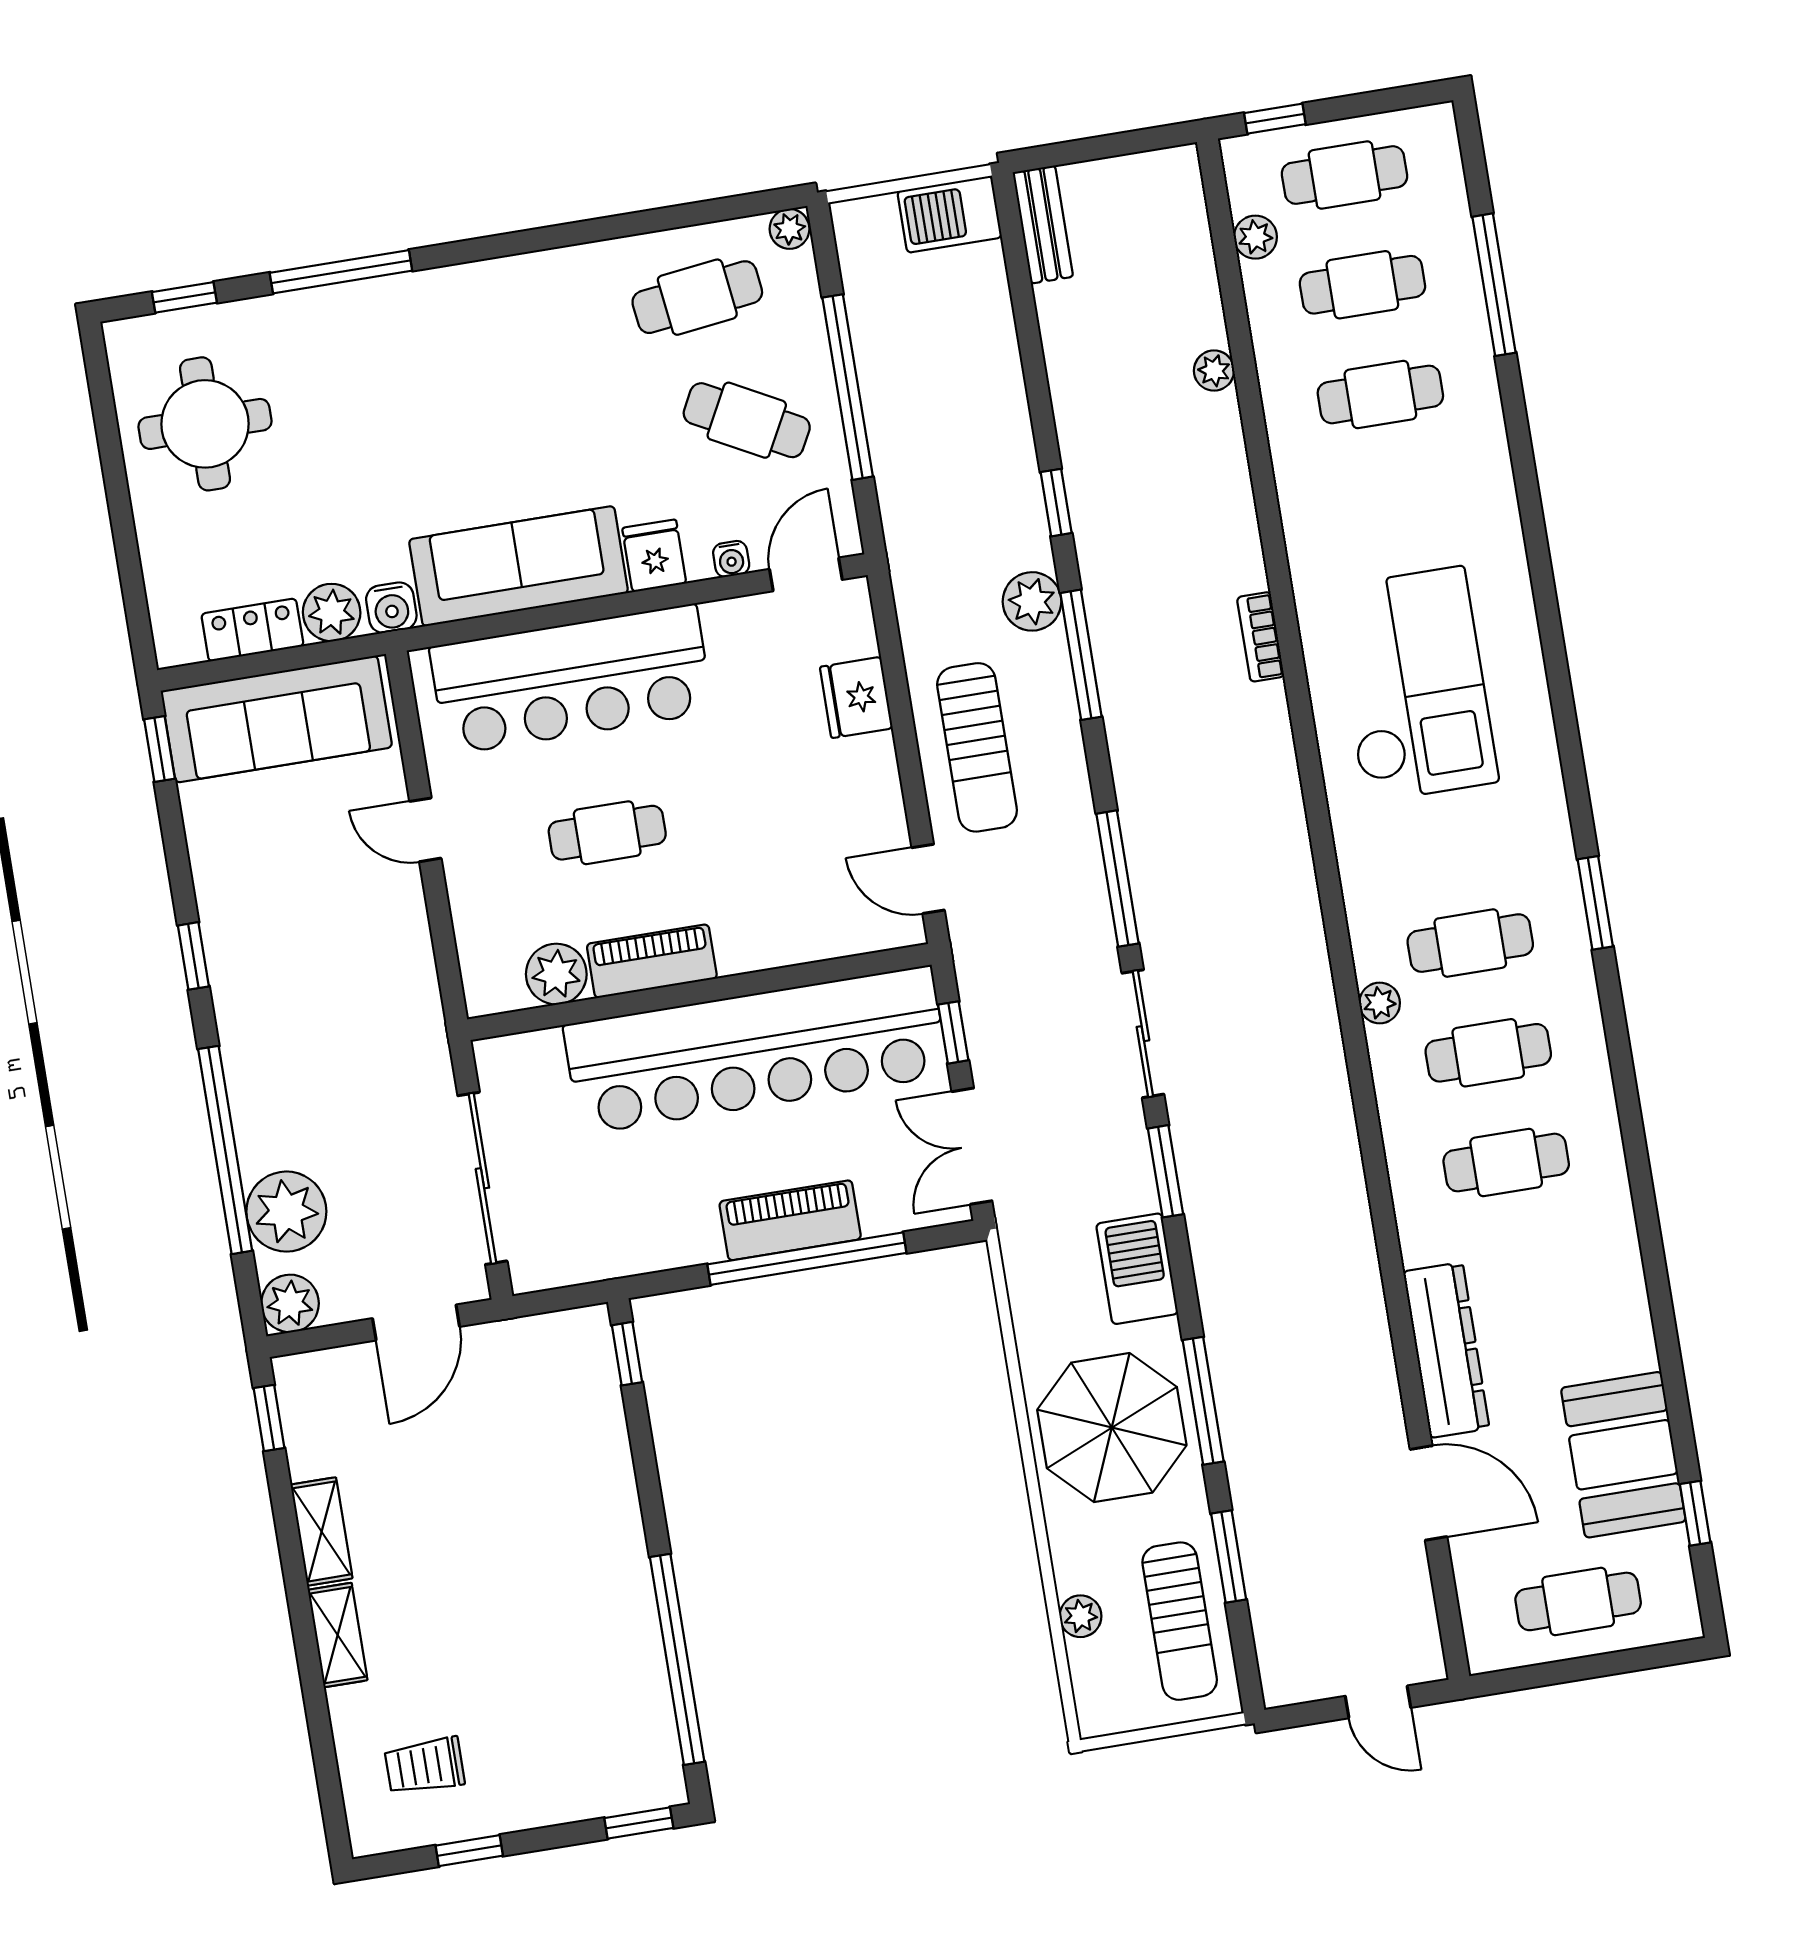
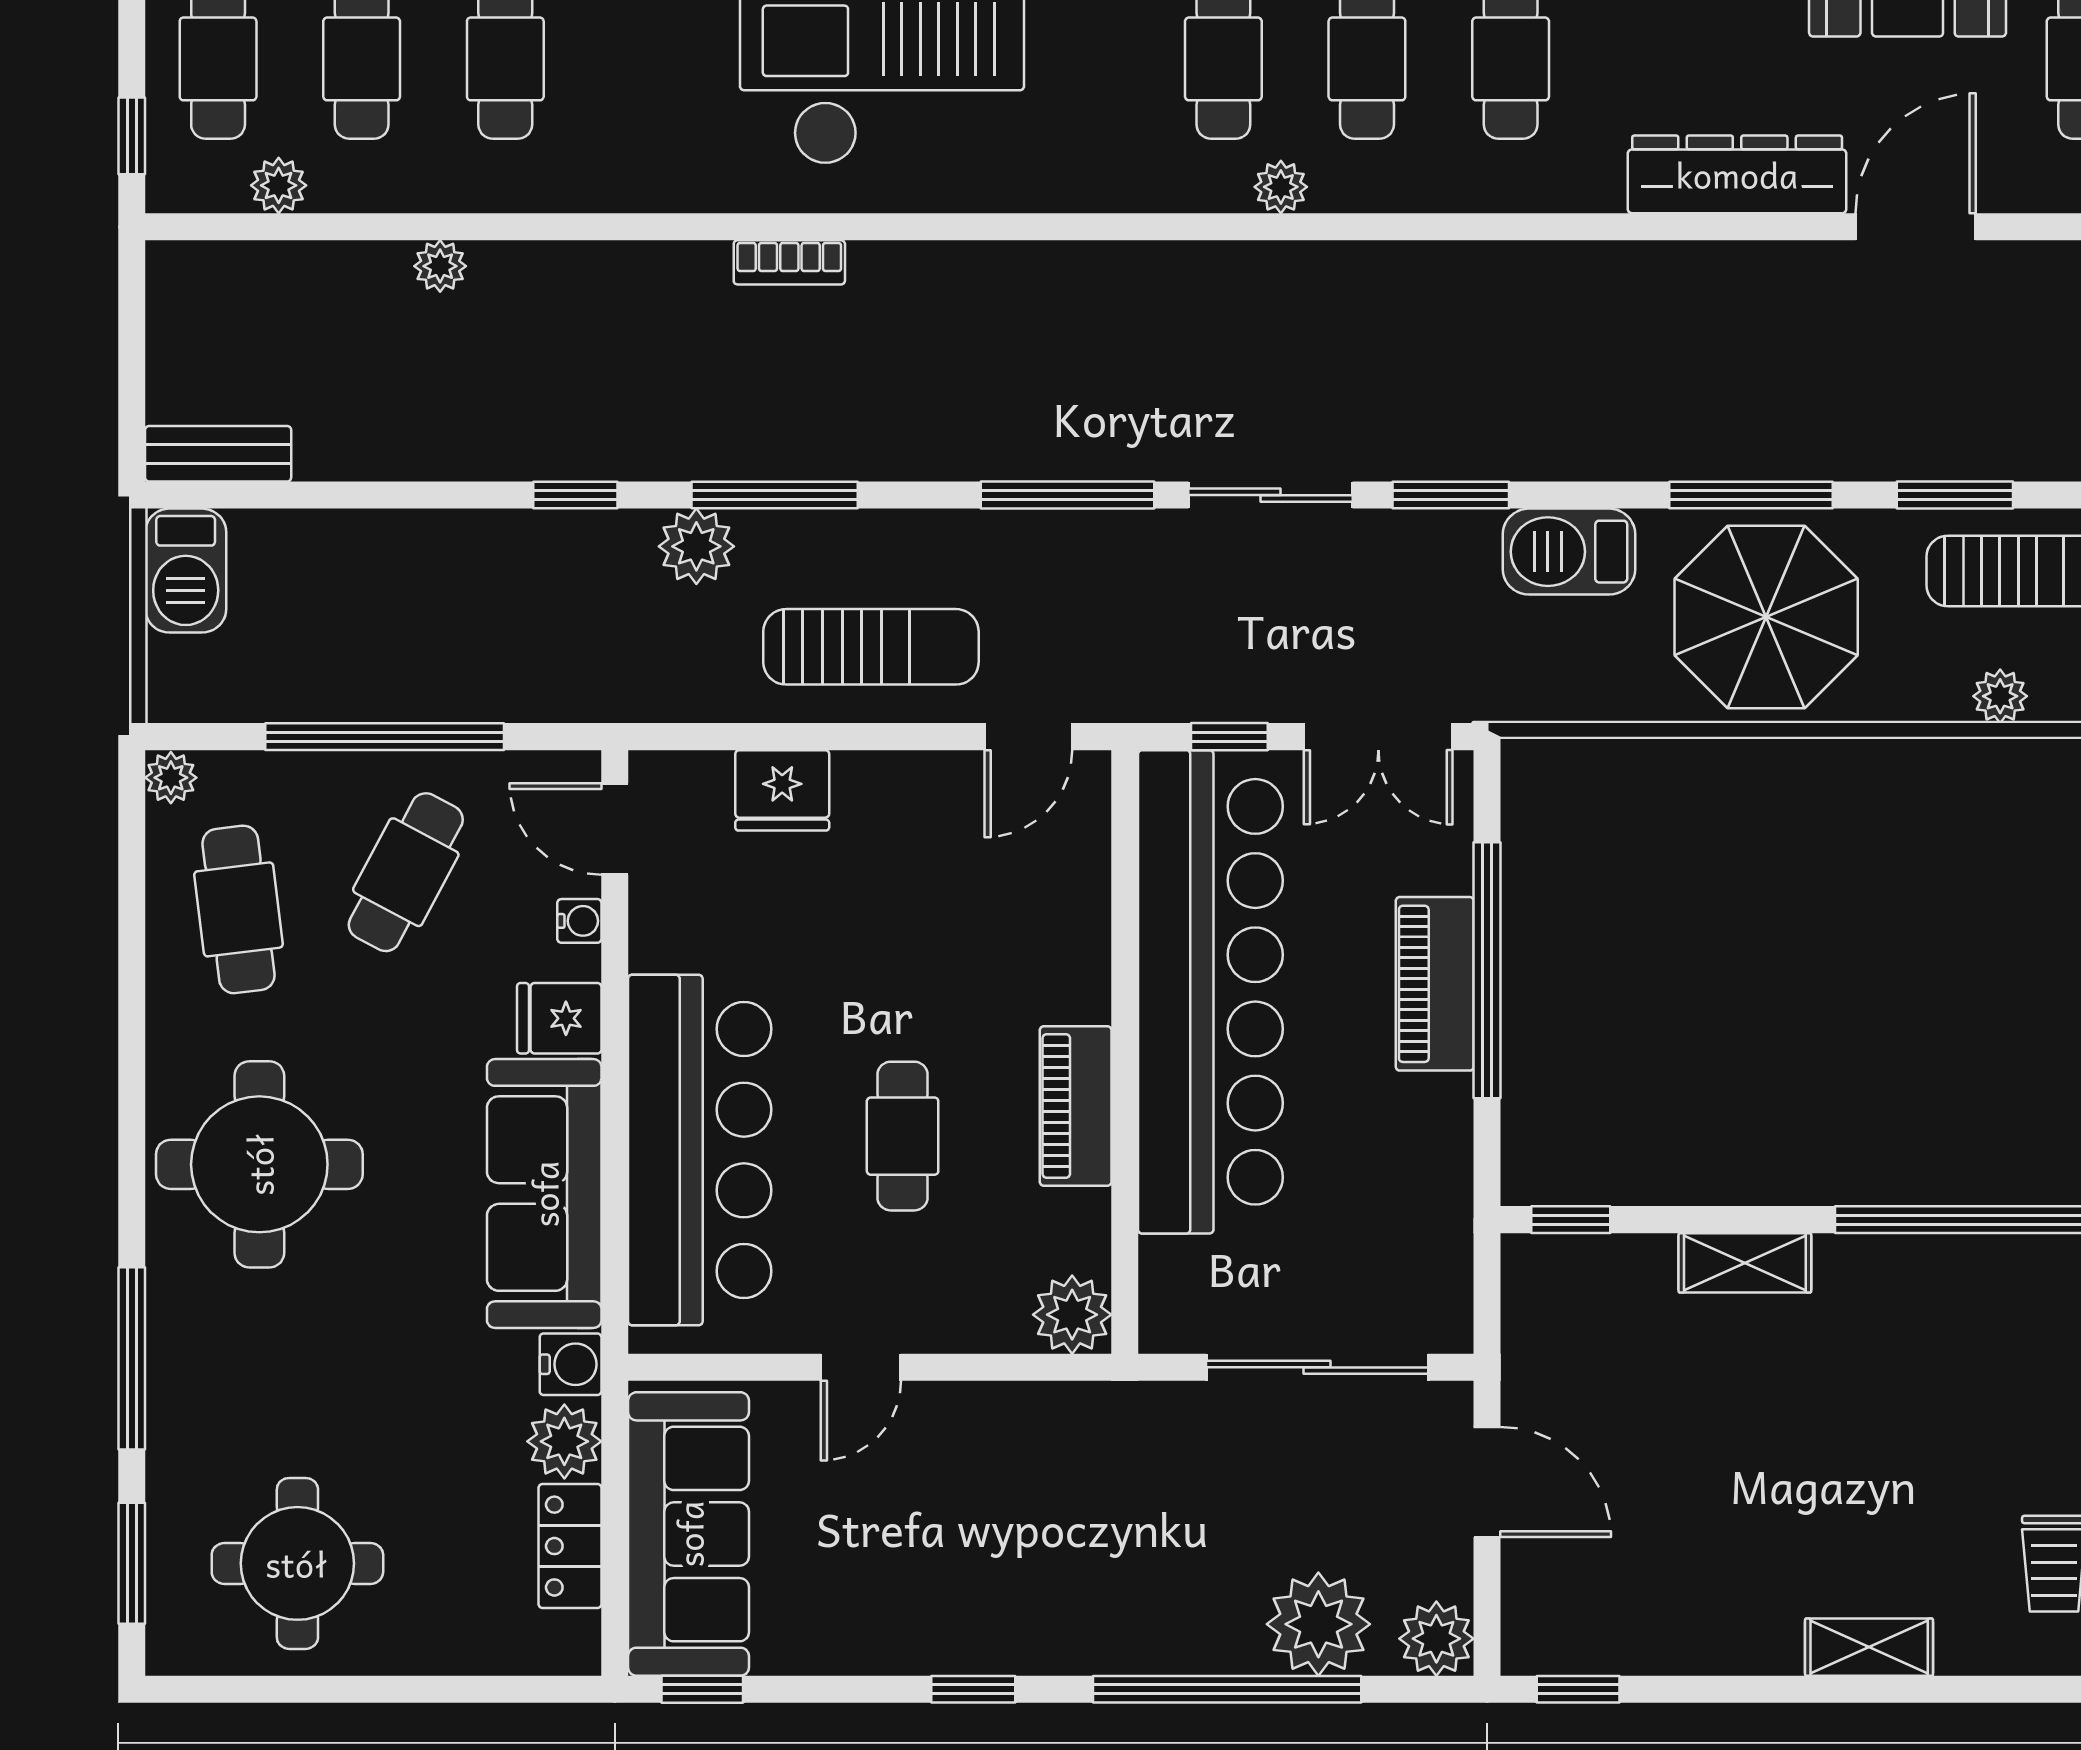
window: (184, 297) -> (132, 1563), width x1.50
round table: (505, 345) -> (259, 1164), added
plant: (556, 974) -> (1072, 1315), moved
shelving: (322, 1531) -> (1745, 1263), moved

